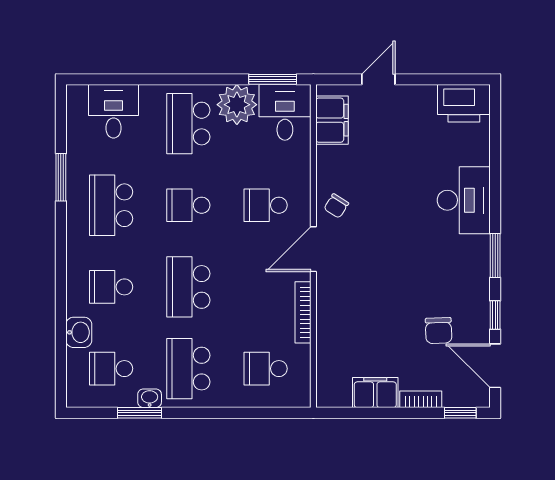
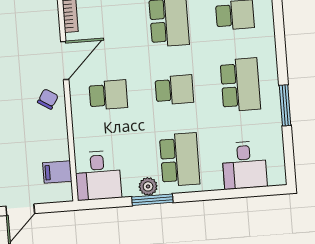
window: (273, 79) -> (152, 200), moved
plant: (237, 105) -> (148, 186), width x0.53, depth x0.53
filing cabinet: (332, 120) -> (57, 172), width x0.50

